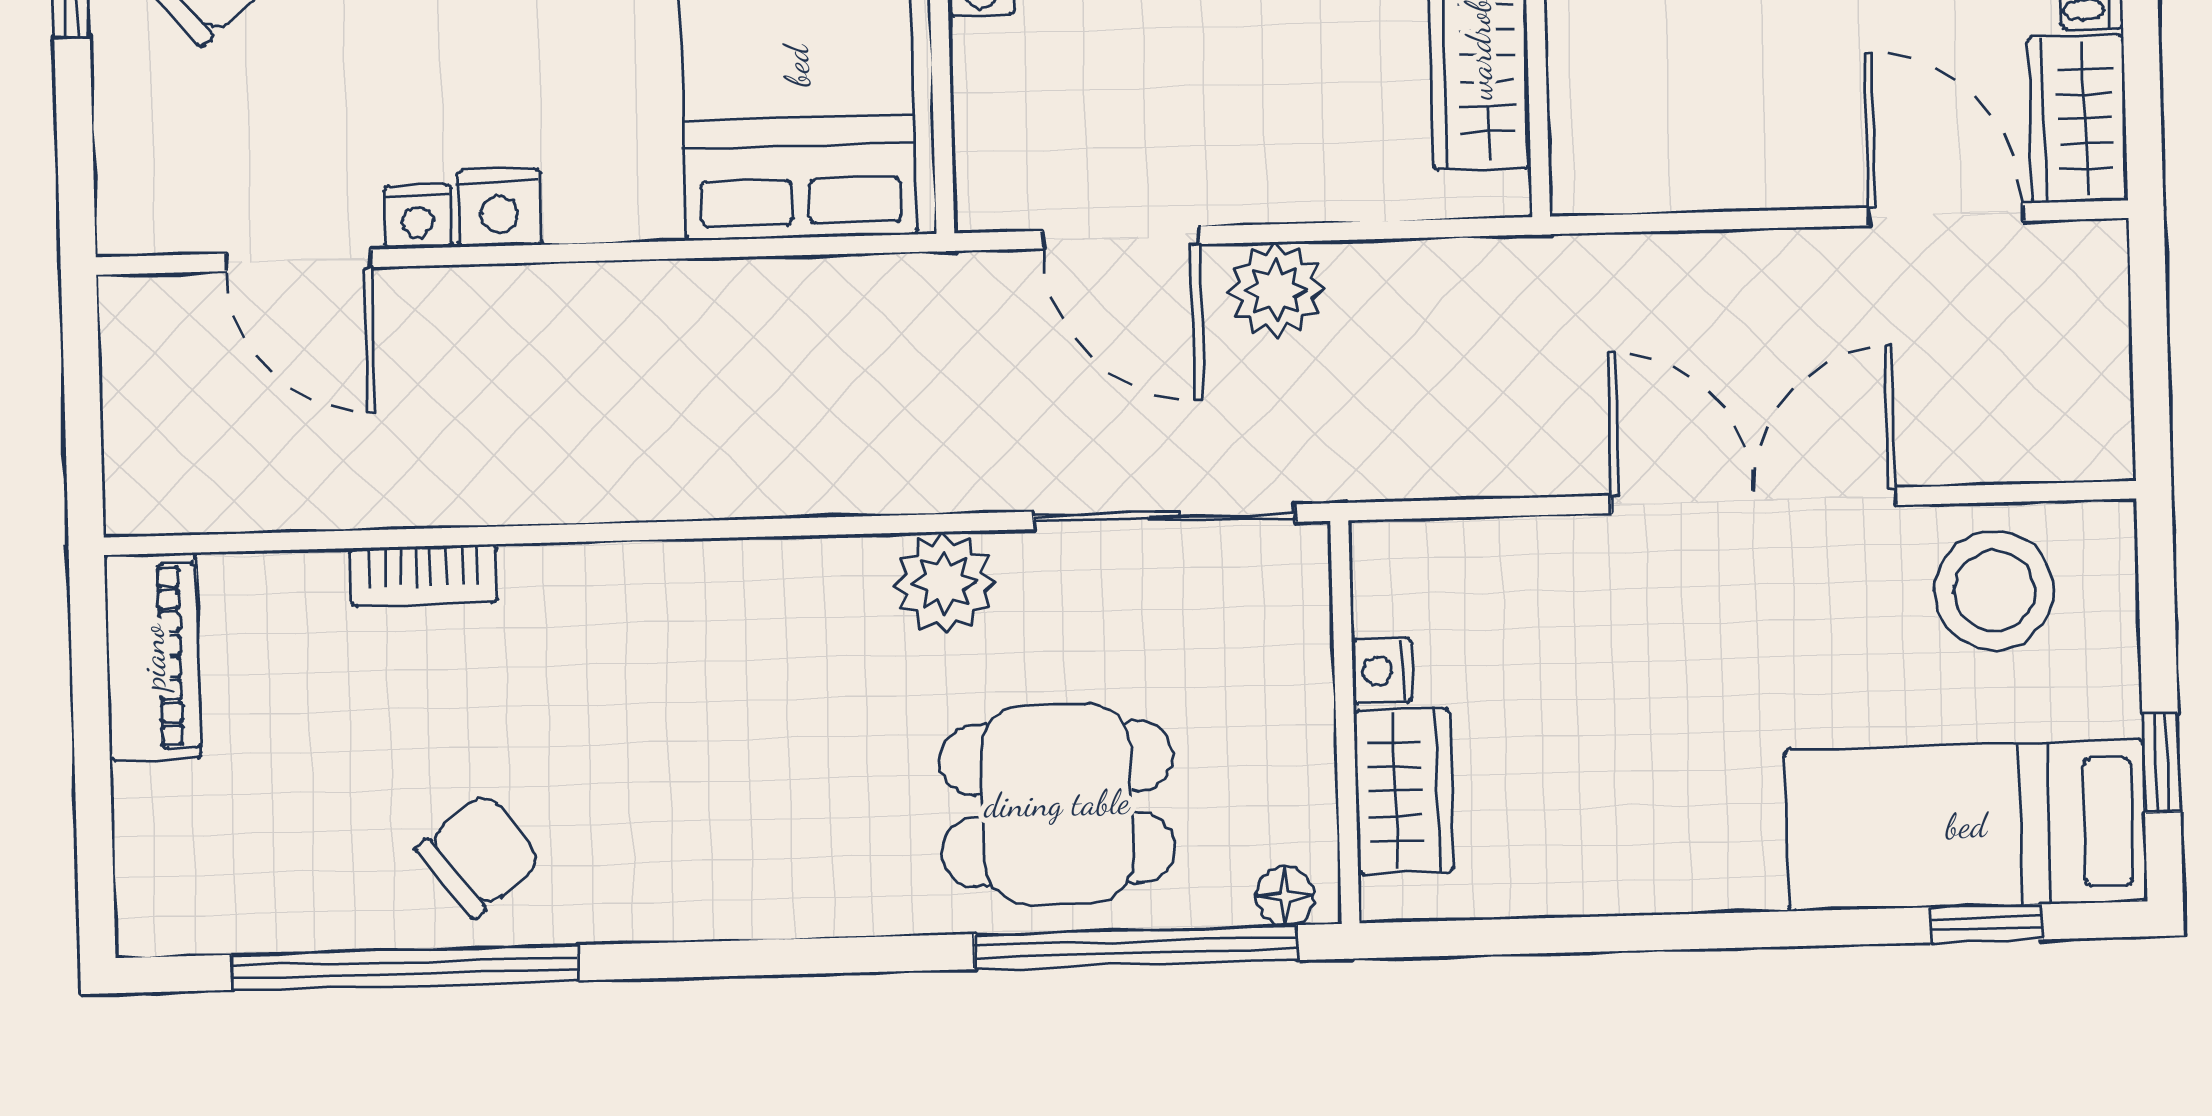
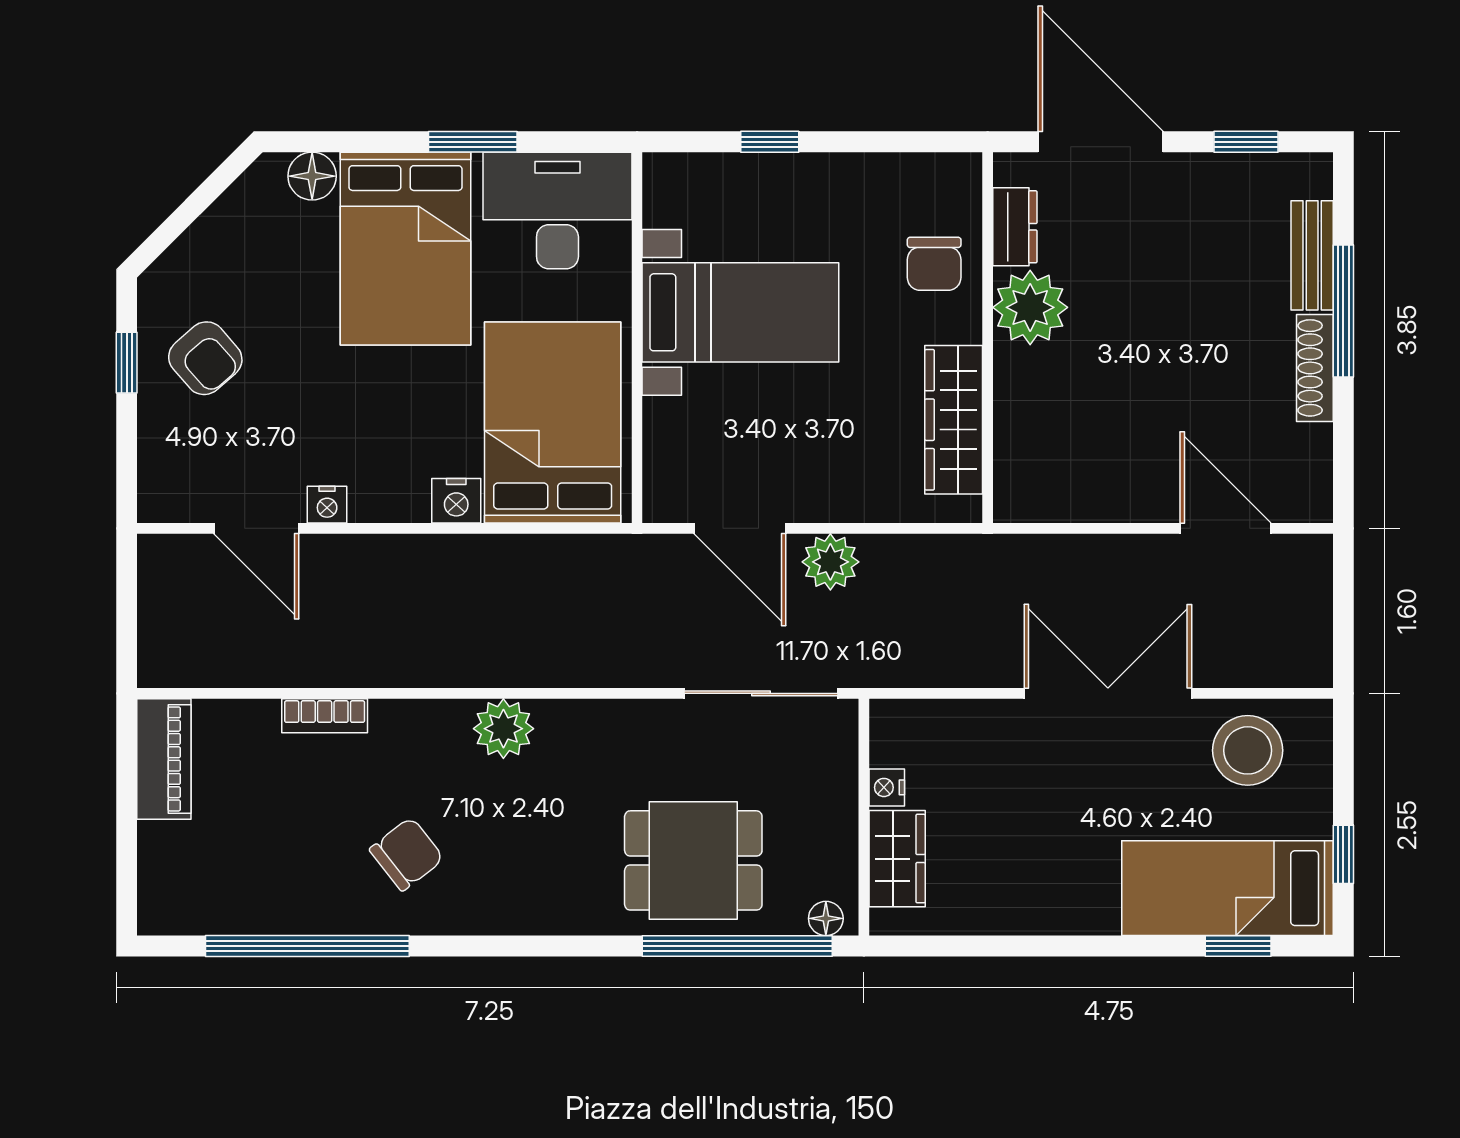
wardrobe: (2078, 119) -> (1305, 474), removed
nightstand: (499, 208) -> (456, 501), moved
plant: (945, 583) -> (503, 729), moved
chair: (479, 855) -> (407, 854), moved

